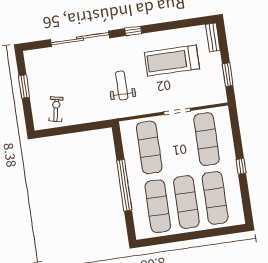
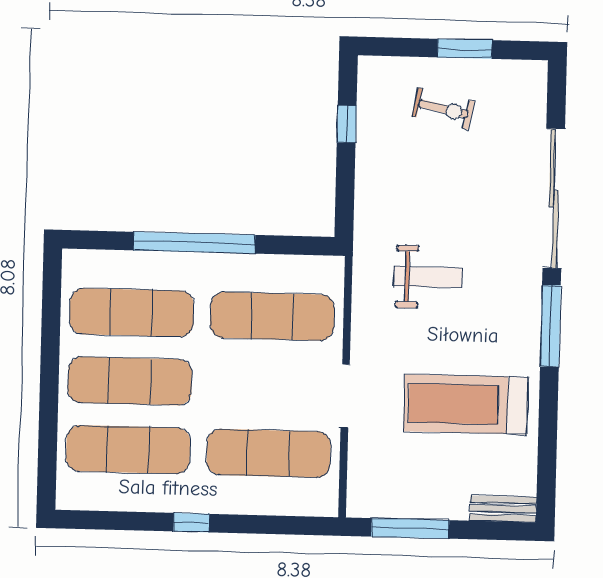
window: (133, 31) -> (550, 326), width x2.17
treadmill: (172, 61) -> (466, 404), turned -90
window: (228, 75) -> (410, 528), width x1.44
exercise bike: (56, 109) -> (443, 109), moved
window: (64, 130) -> (347, 124), added

